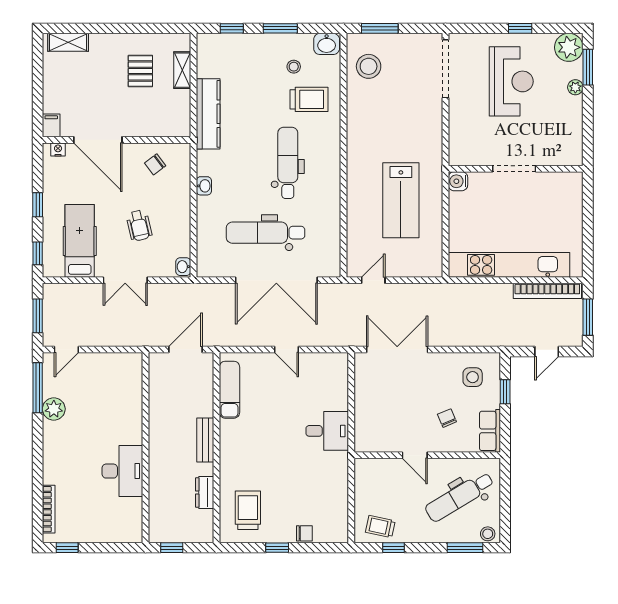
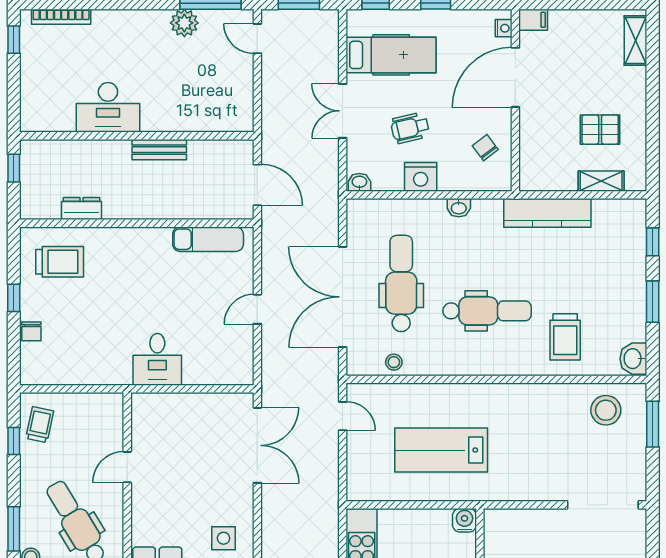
stool: (294, 67) -> (394, 362), moved
nightstand: (179, 217) -> (421, 177), added
chair: (447, 418) -> (173, 507), removed
bench: (205, 440) -> (159, 150), moved

